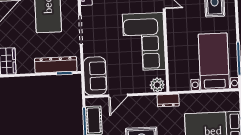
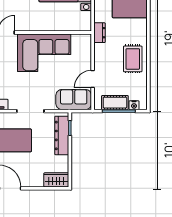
plant: (157, 85) -> (85, 42), removed
door: (118, 95) -> (93, 79), swing flipped

